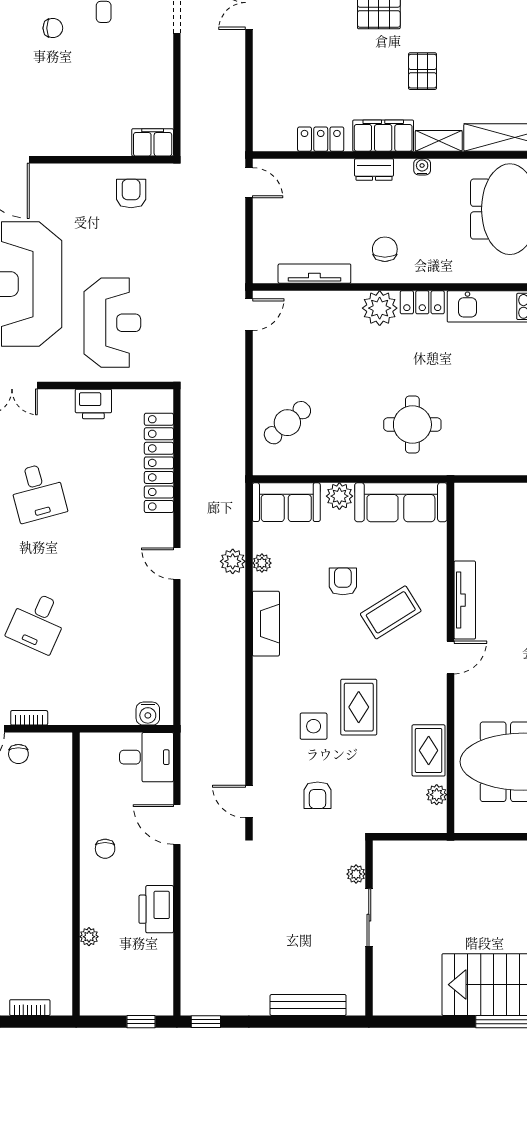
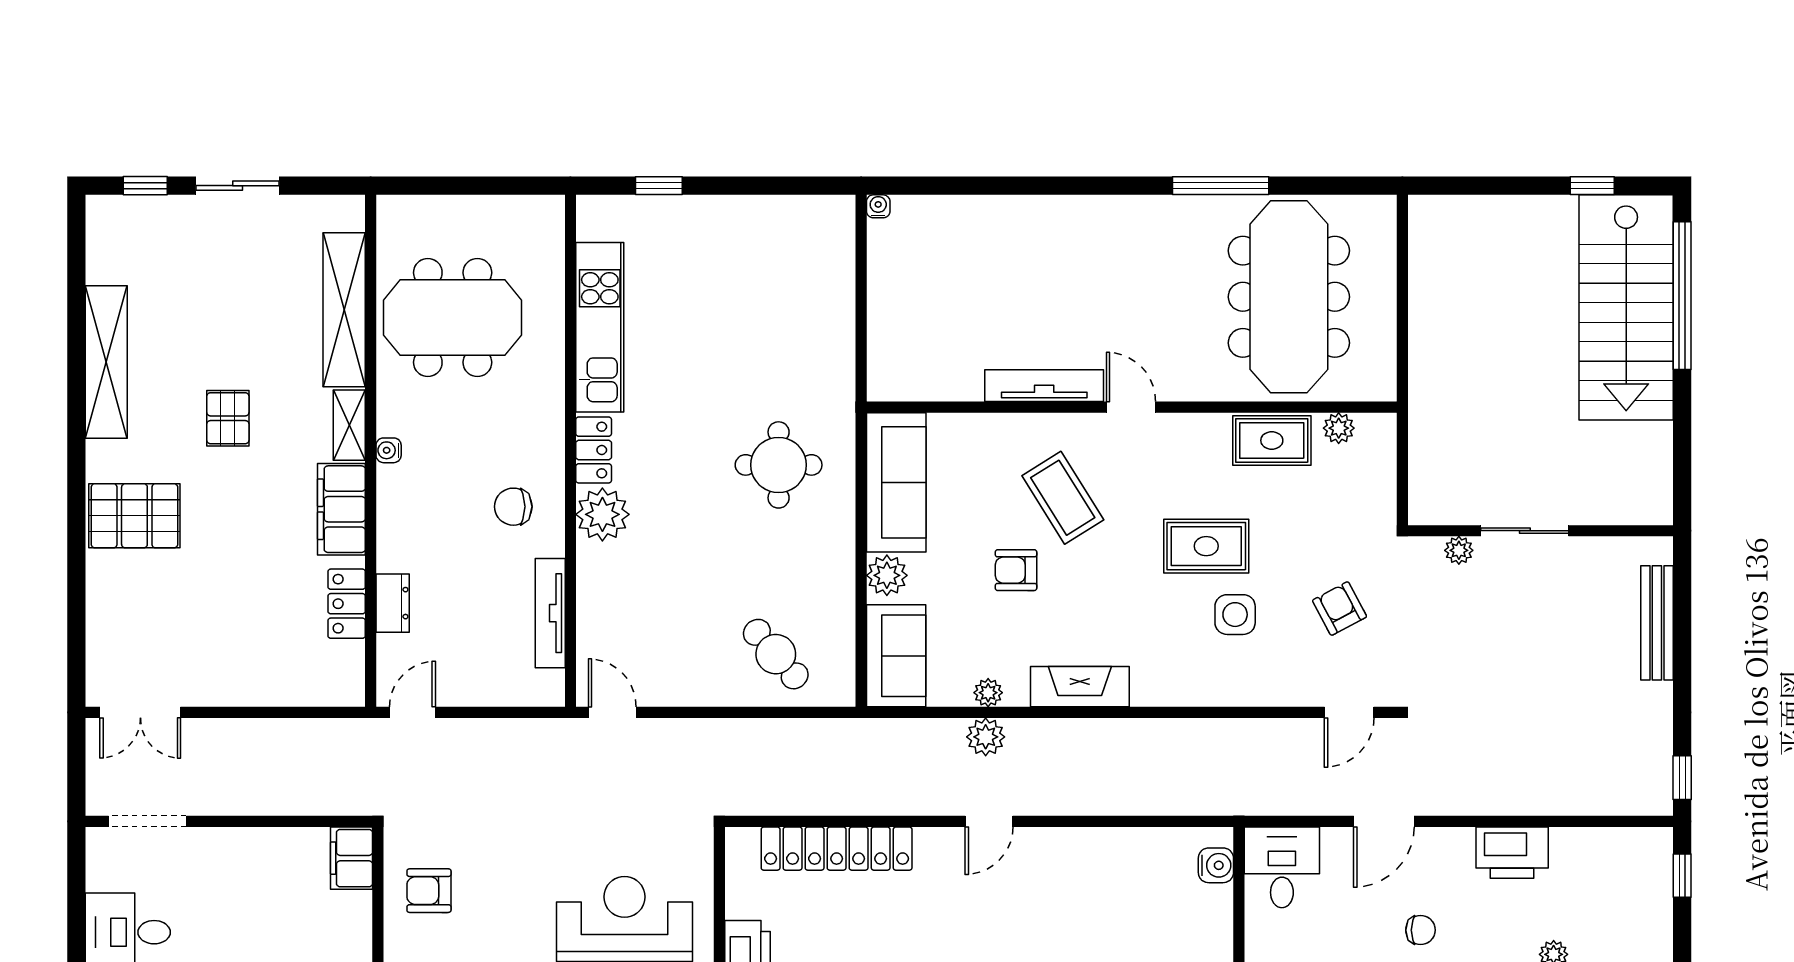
pallet: (422, 71) -> (228, 418), moved, turned 90
dresser: (374, 169) -> (393, 603), moved
armchair: (318, 795) -> (1340, 609), turned -118

